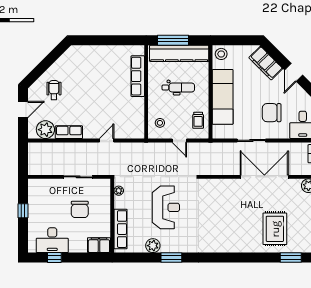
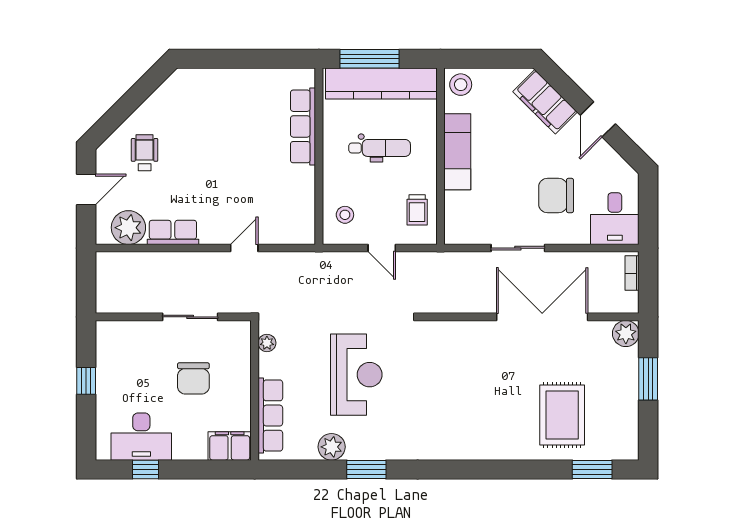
exam couch: (223, 97) -> (457, 152), width x0.73, depth x0.69

